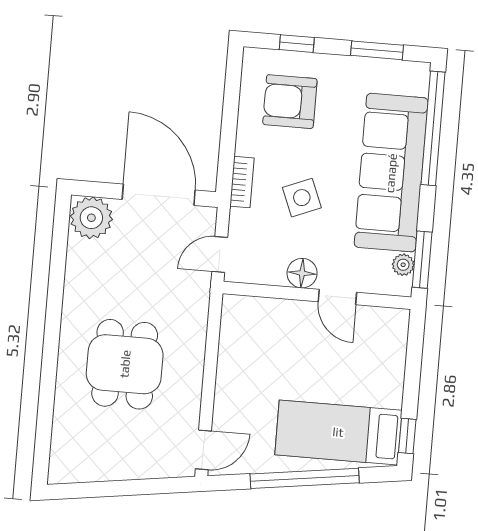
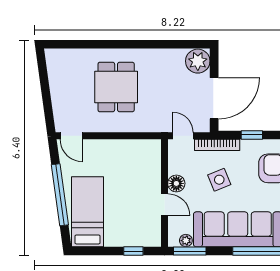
window: (228, 134) -> (252, 135), added
bookcase: (242, 182) -> (217, 145), width x1.56
door: (337, 297) -> (164, 205), swing flipped
dining table: (125, 364) -> (116, 87), turned 90
window: (407, 436) -> (133, 251), moved

